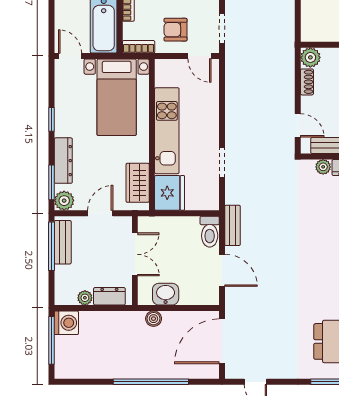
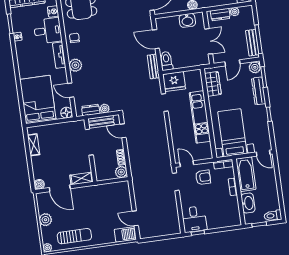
fridge: (170, 193) -> (174, 82), moved, turned -90
double door: (135, 254) -> (209, 41), swing flipped

